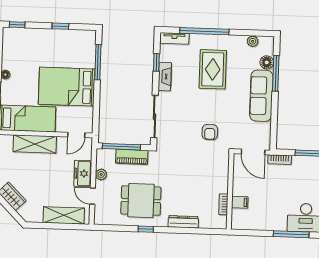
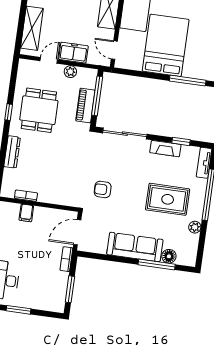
plant: (253, 41) -> (195, 227), moved

